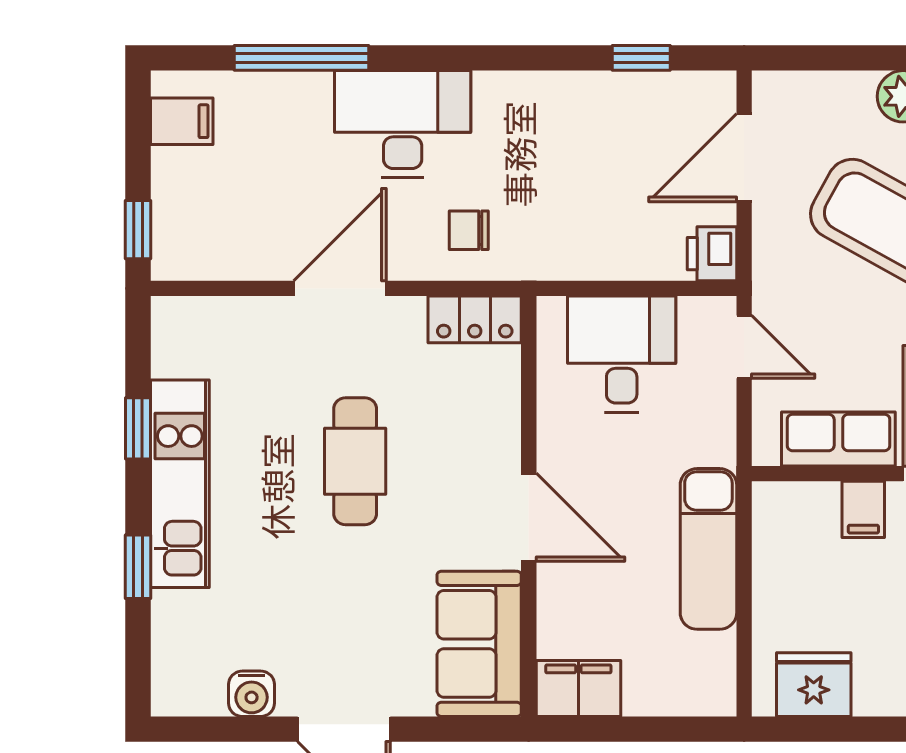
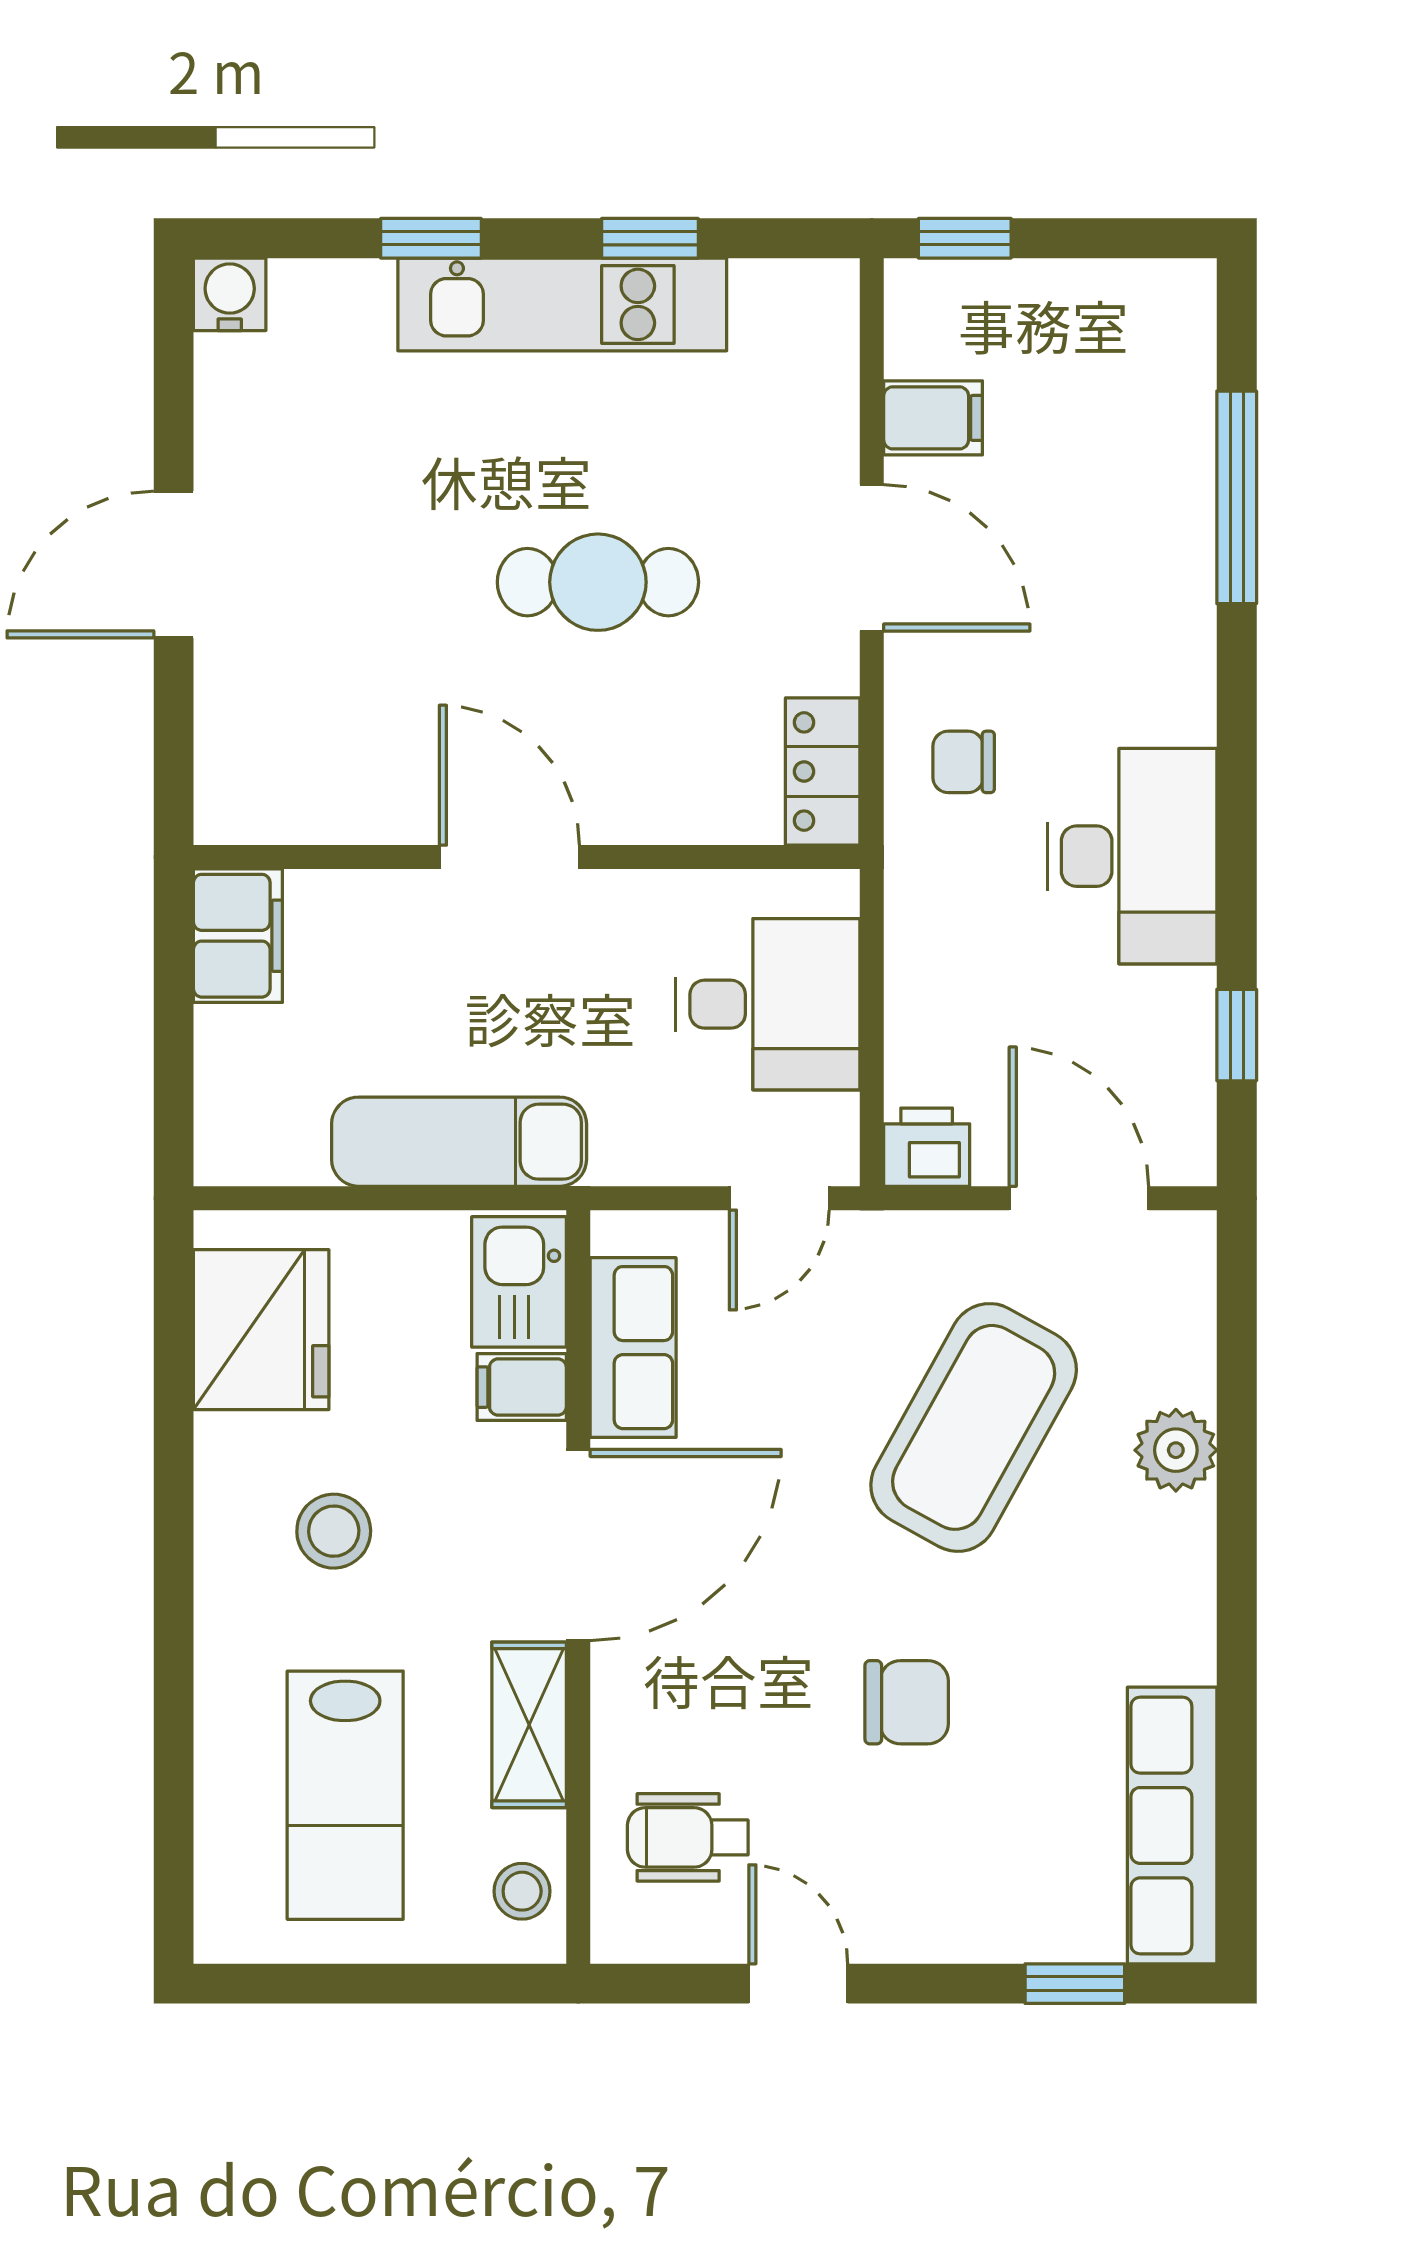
filing cabinet: (182, 121) -> (933, 418), moved, turned -90
desk: (403, 124) -> (1132, 856), moved
chair: (469, 230) -> (964, 762), turned -90
kitchen sink: (797, 511) -> (519, 1282), added
door: (529, 517) -> (509, 857), swing flipped
sofa: (479, 644) -> (309, 779), removed
fridge: (814, 685) -> (261, 1330), width x1.36, depth x1.34
water cooler: (252, 694) -> (230, 294), moved, turned 90

